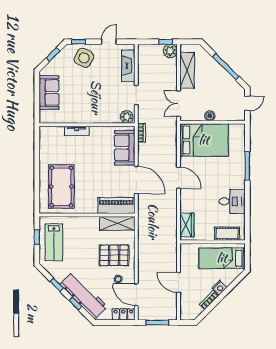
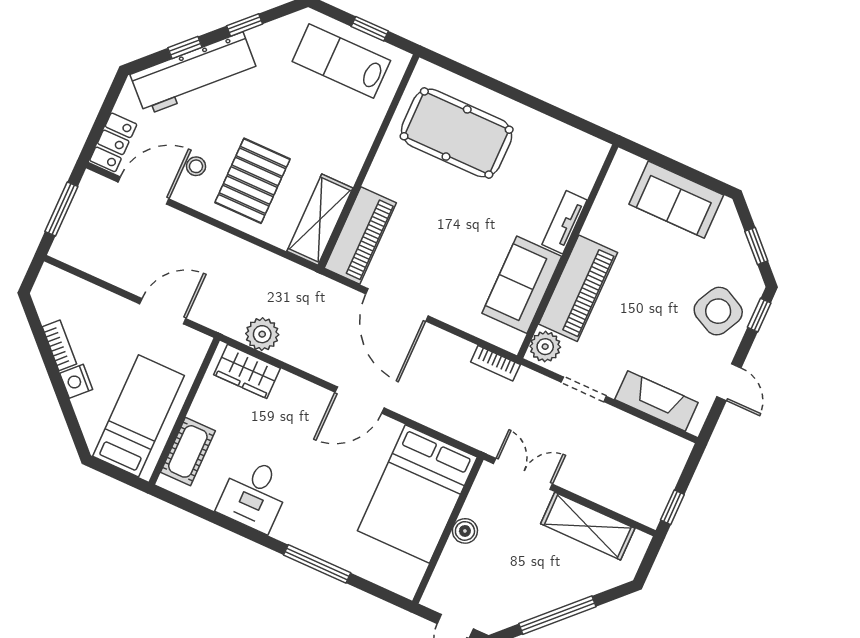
plant: (170, 51) -> (262, 334), moved
piano: (99, 114) -> (578, 288), added
sofa: (125, 148) -> (522, 285), moved, turned -90
door: (136, 180) -> (397, 305), hinge flipped
door: (178, 282) -> (163, 311), moved

